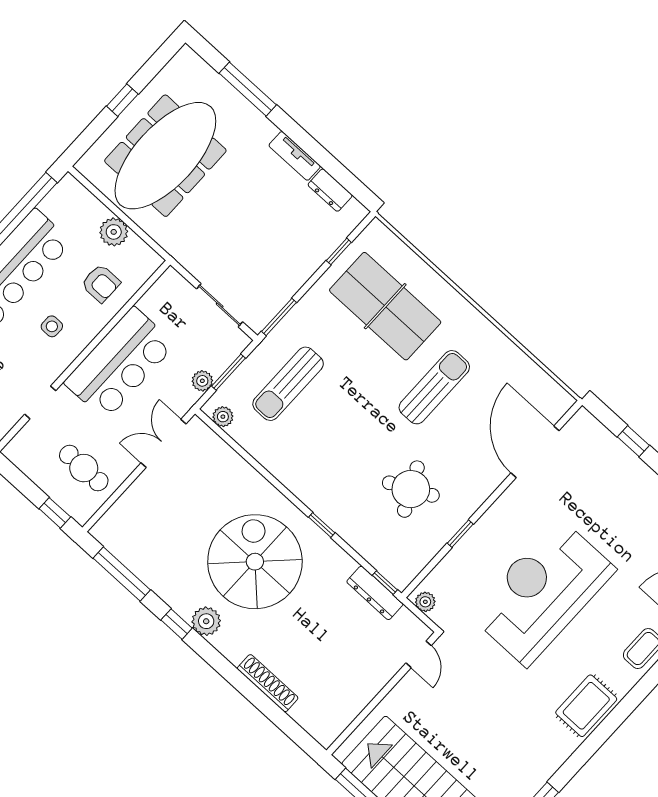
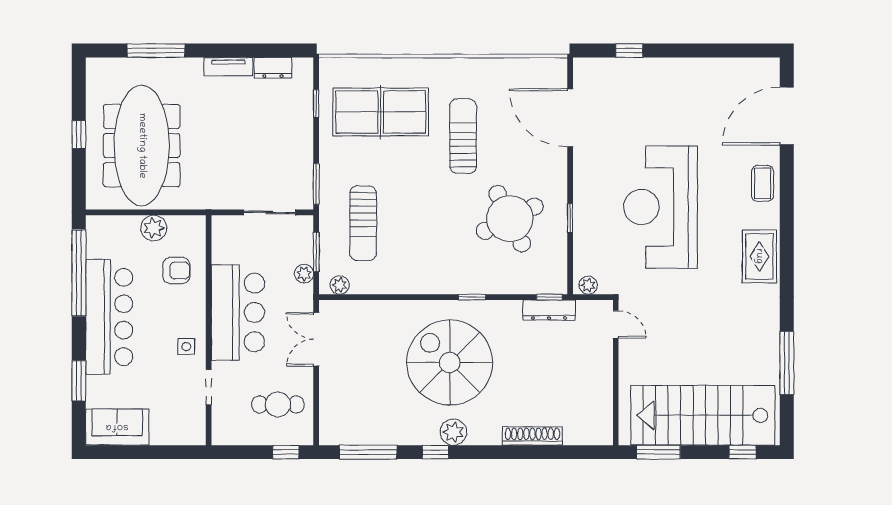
side table: (52, 326) -> (186, 347), moved
round table: (411, 489) -> (510, 219), width x1.36, depth x1.36

